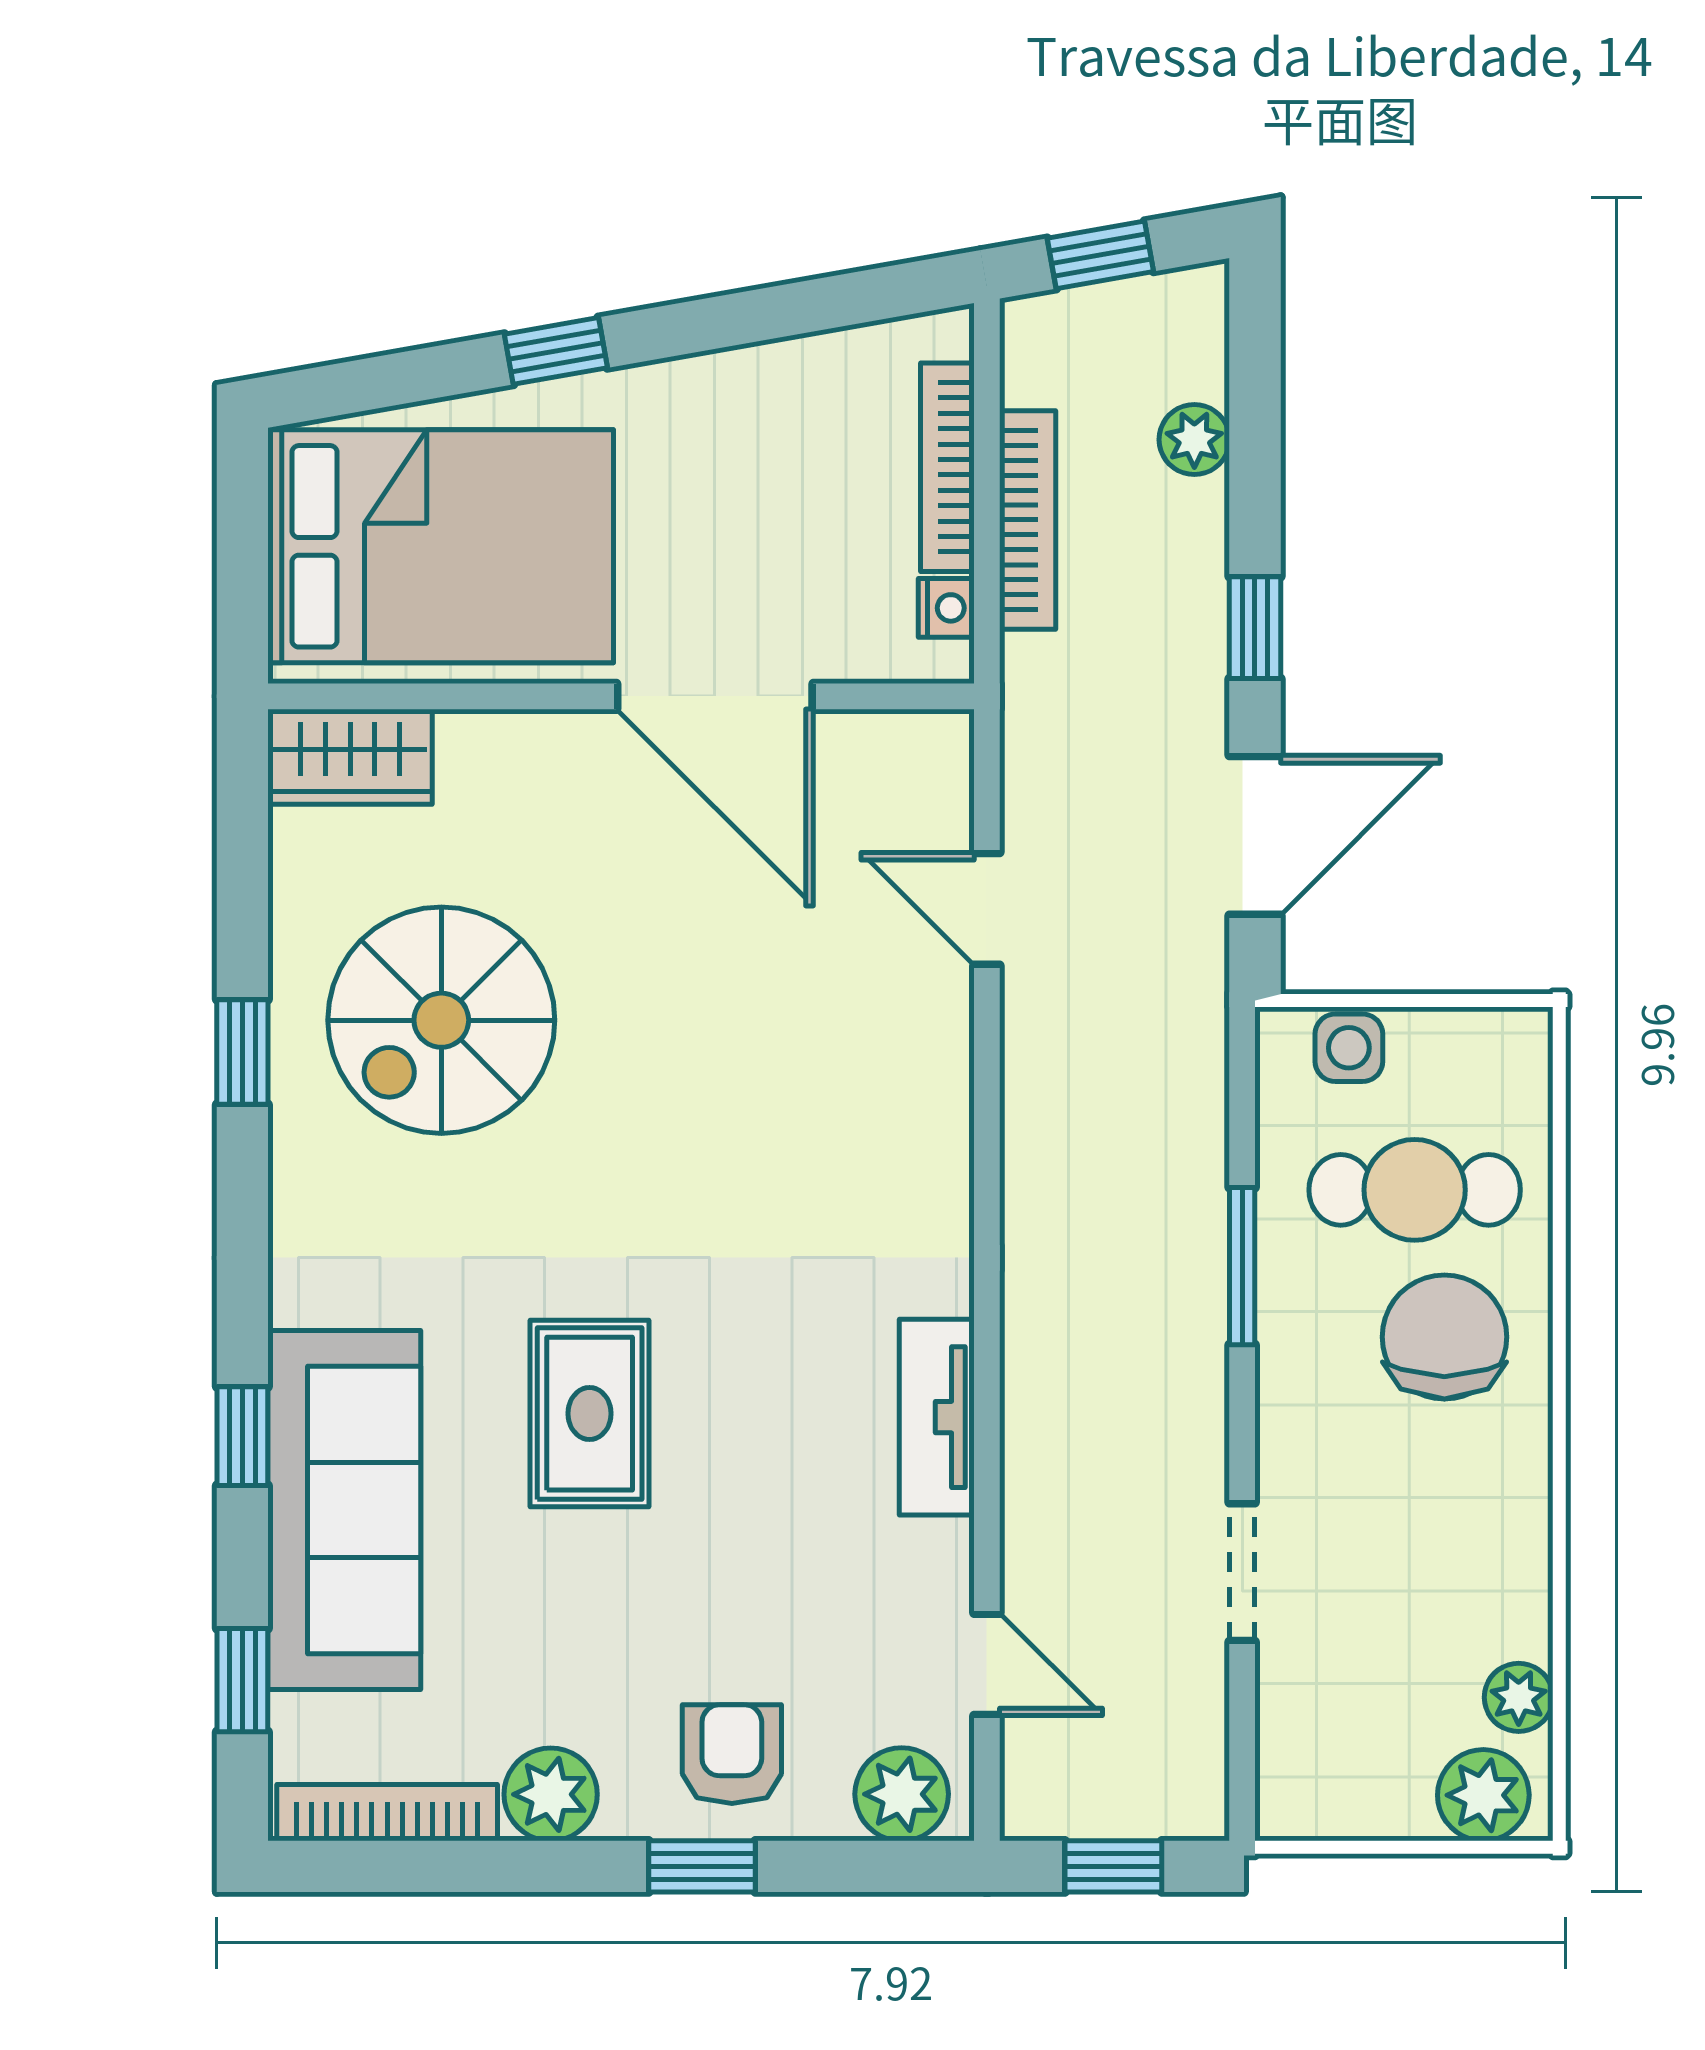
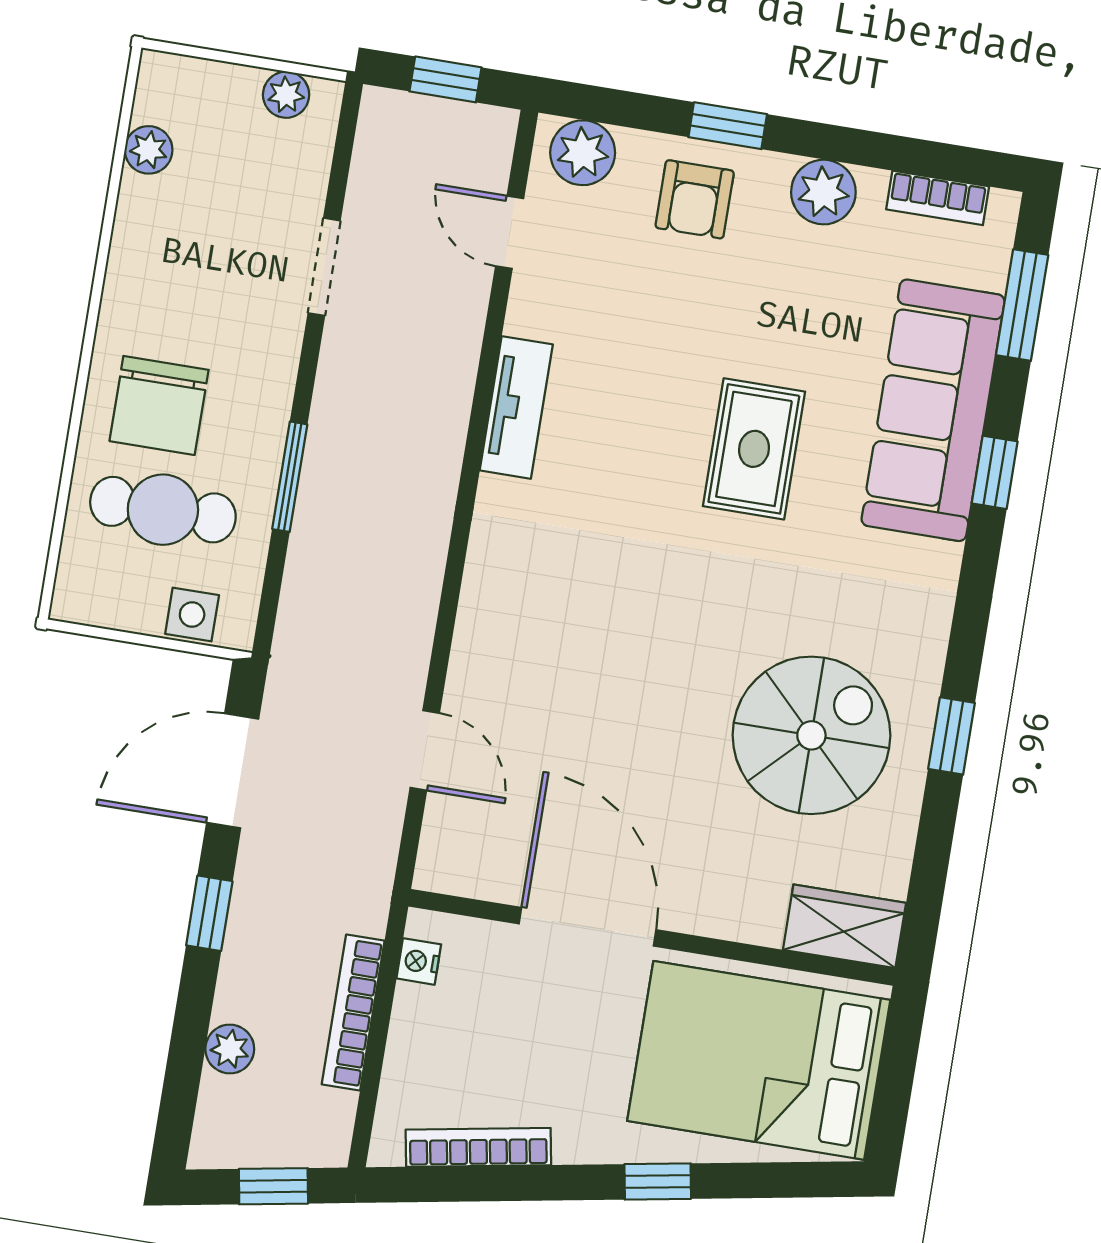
bookcase: (947, 467) -> (478, 1147), moved, turned -100
window: (242, 1680) -> (1022, 305), width x1.50
plant: (1483, 1795) -> (286, 95), moved, width x0.73, depth x0.73
bookcase: (387, 1813) -> (938, 198), width x0.64

